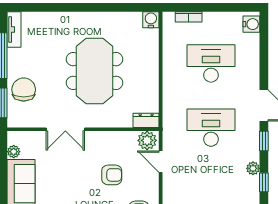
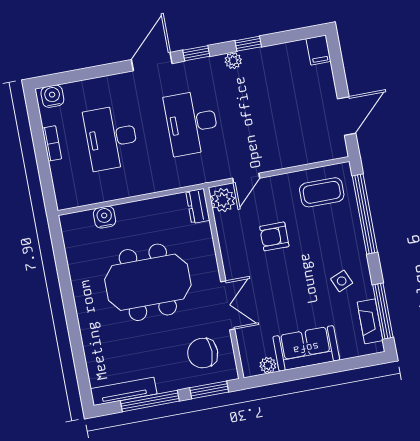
bookcase: (189, 17) -> (52, 143), moved
water cooler: (151, 20) -> (104, 217), moved, turned 90
tv unit: (14, 30) -> (124, 391), width x1.41
chair: (24, 90) -> (203, 353), moved
armchair: (112, 175) -> (274, 236), turned -90

